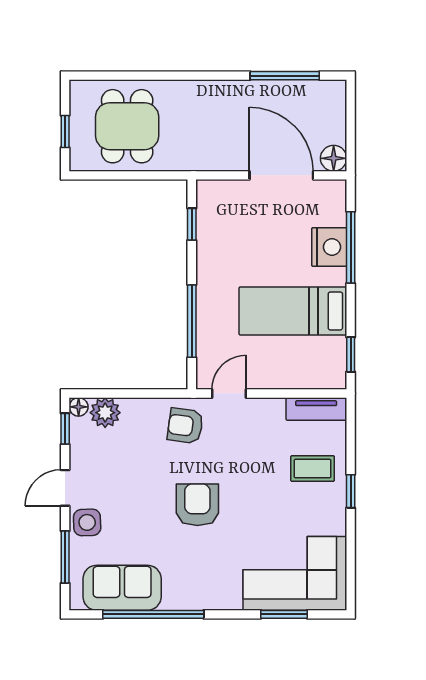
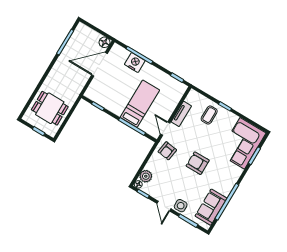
bed: (293, 311) -> (140, 104), moved, turned 180
tv unit: (316, 409) -> (181, 114), moved

